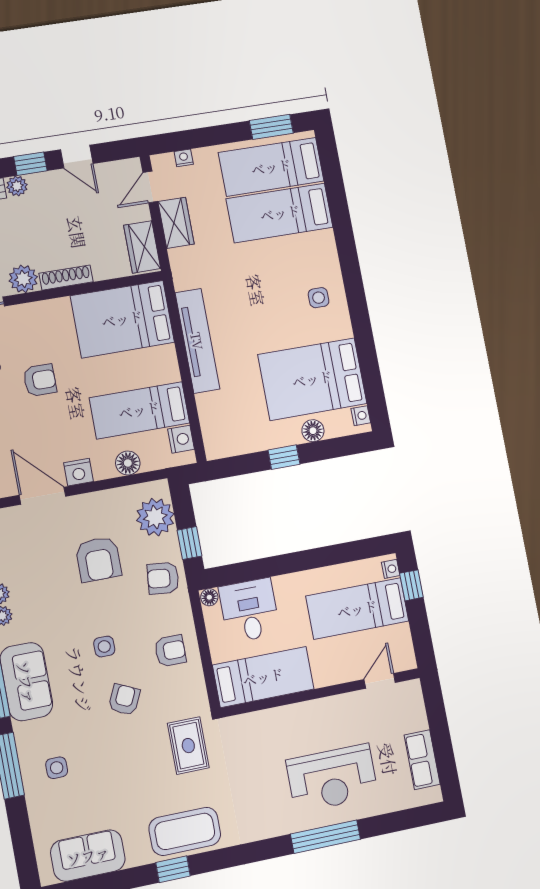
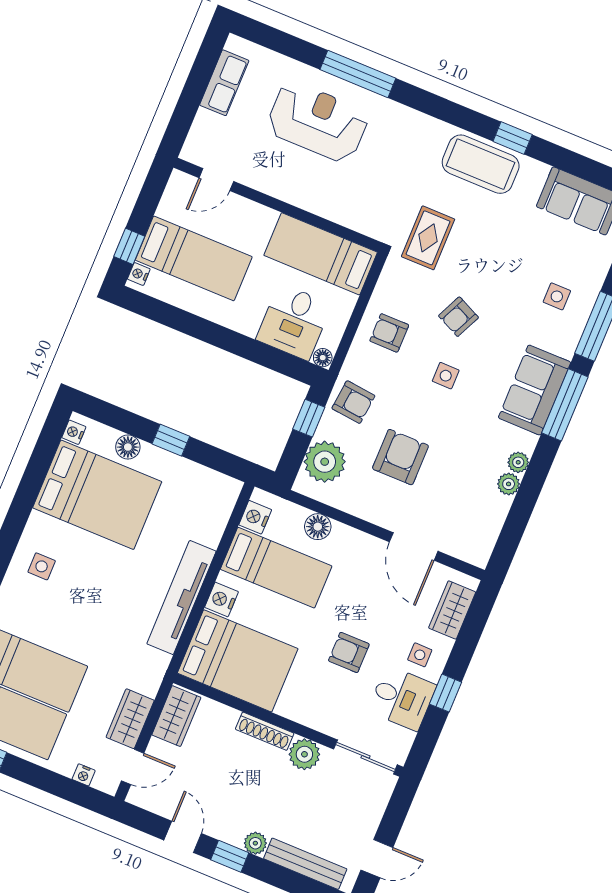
nightstand: (78, 472) -> (221, 599), moved, turned -90

